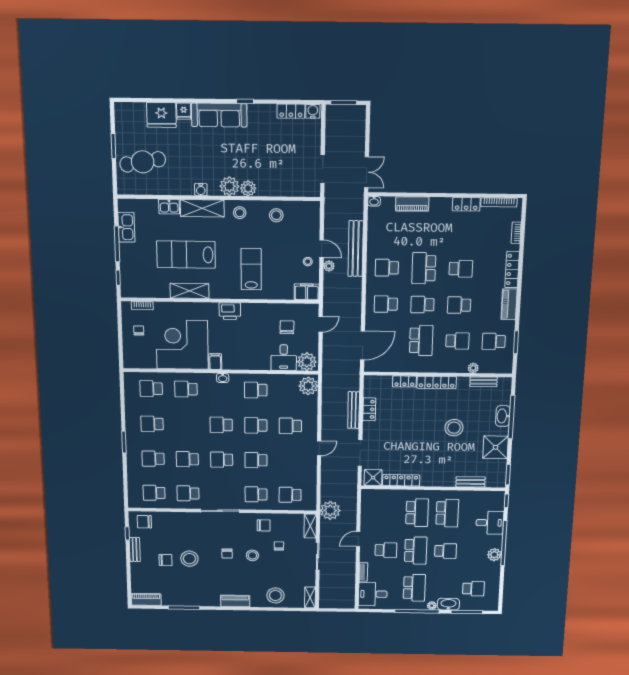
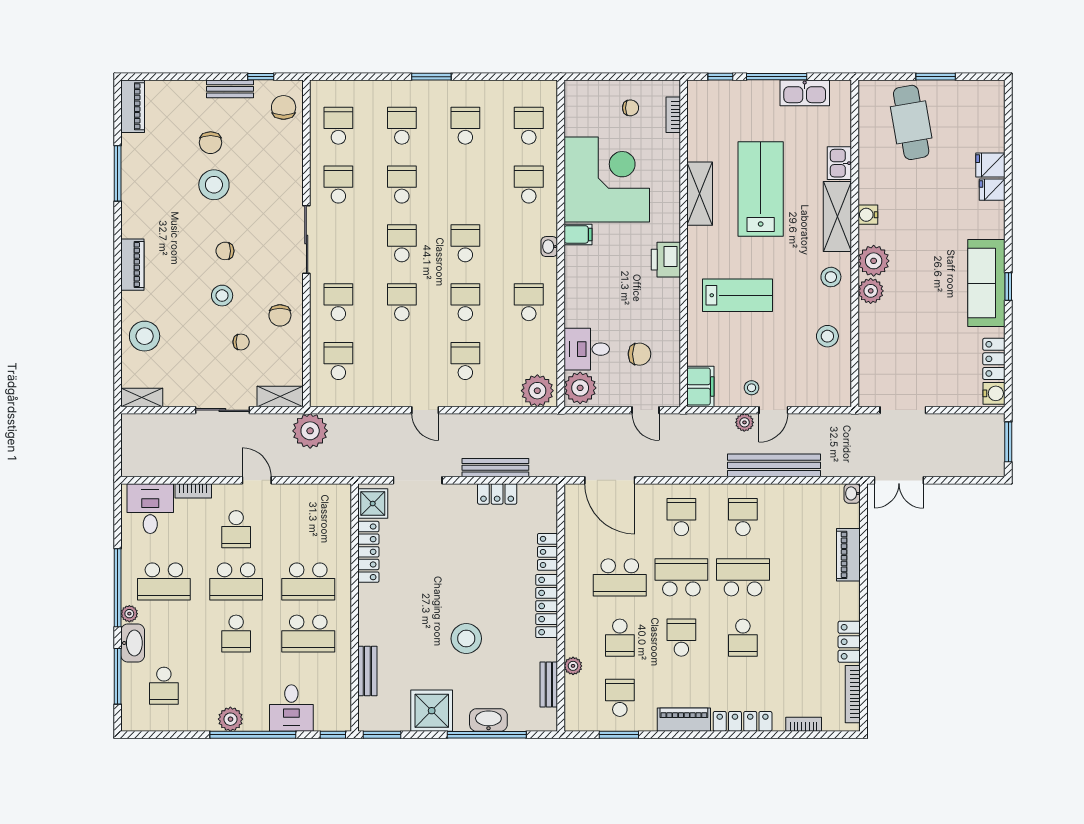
fridge: (161, 115) -> (990, 165), width x0.53, depth x0.75
sofa: (219, 115) -> (986, 283), moved
school desk: (422, 305) -> (681, 577), width x1.85

